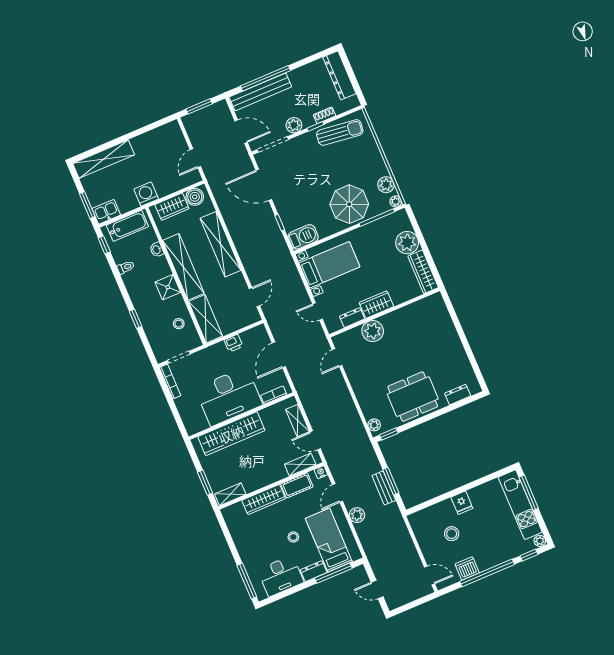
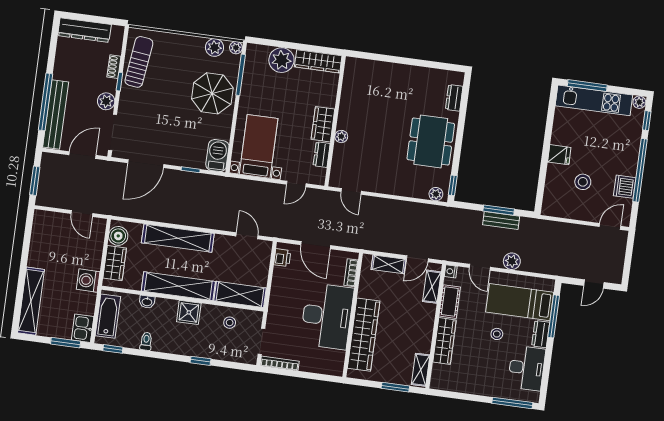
plant: (373, 331) -> (341, 136), width x0.53, depth x0.53
printer: (233, 343) -> (282, 258), moved

